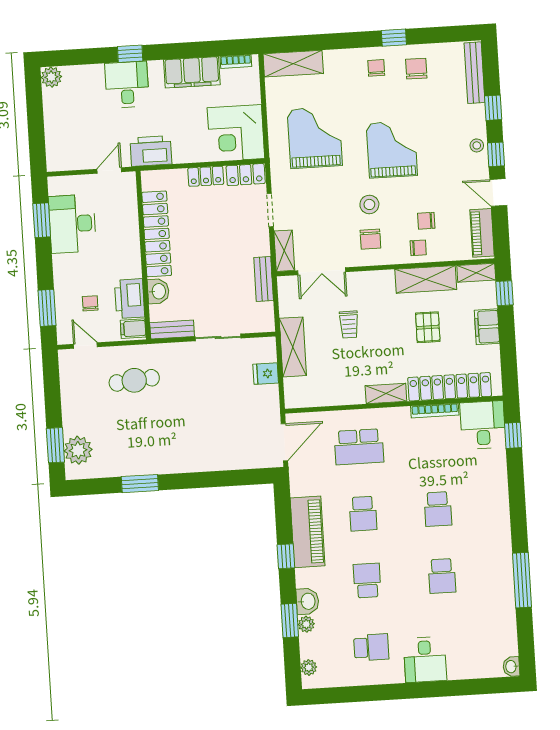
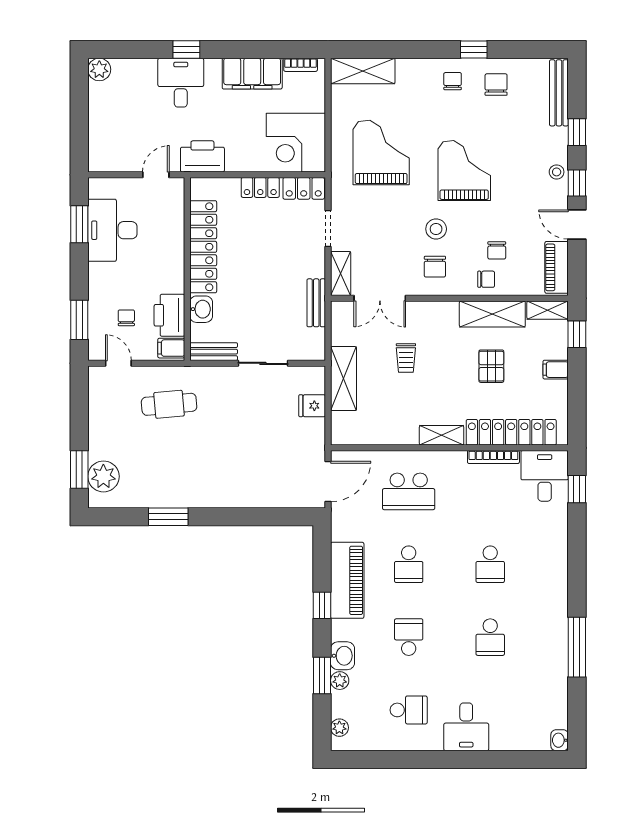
chair: (426, 221) -> (497, 250), turned -90
filing cabinet: (487, 327) -> (556, 370), width x0.50

